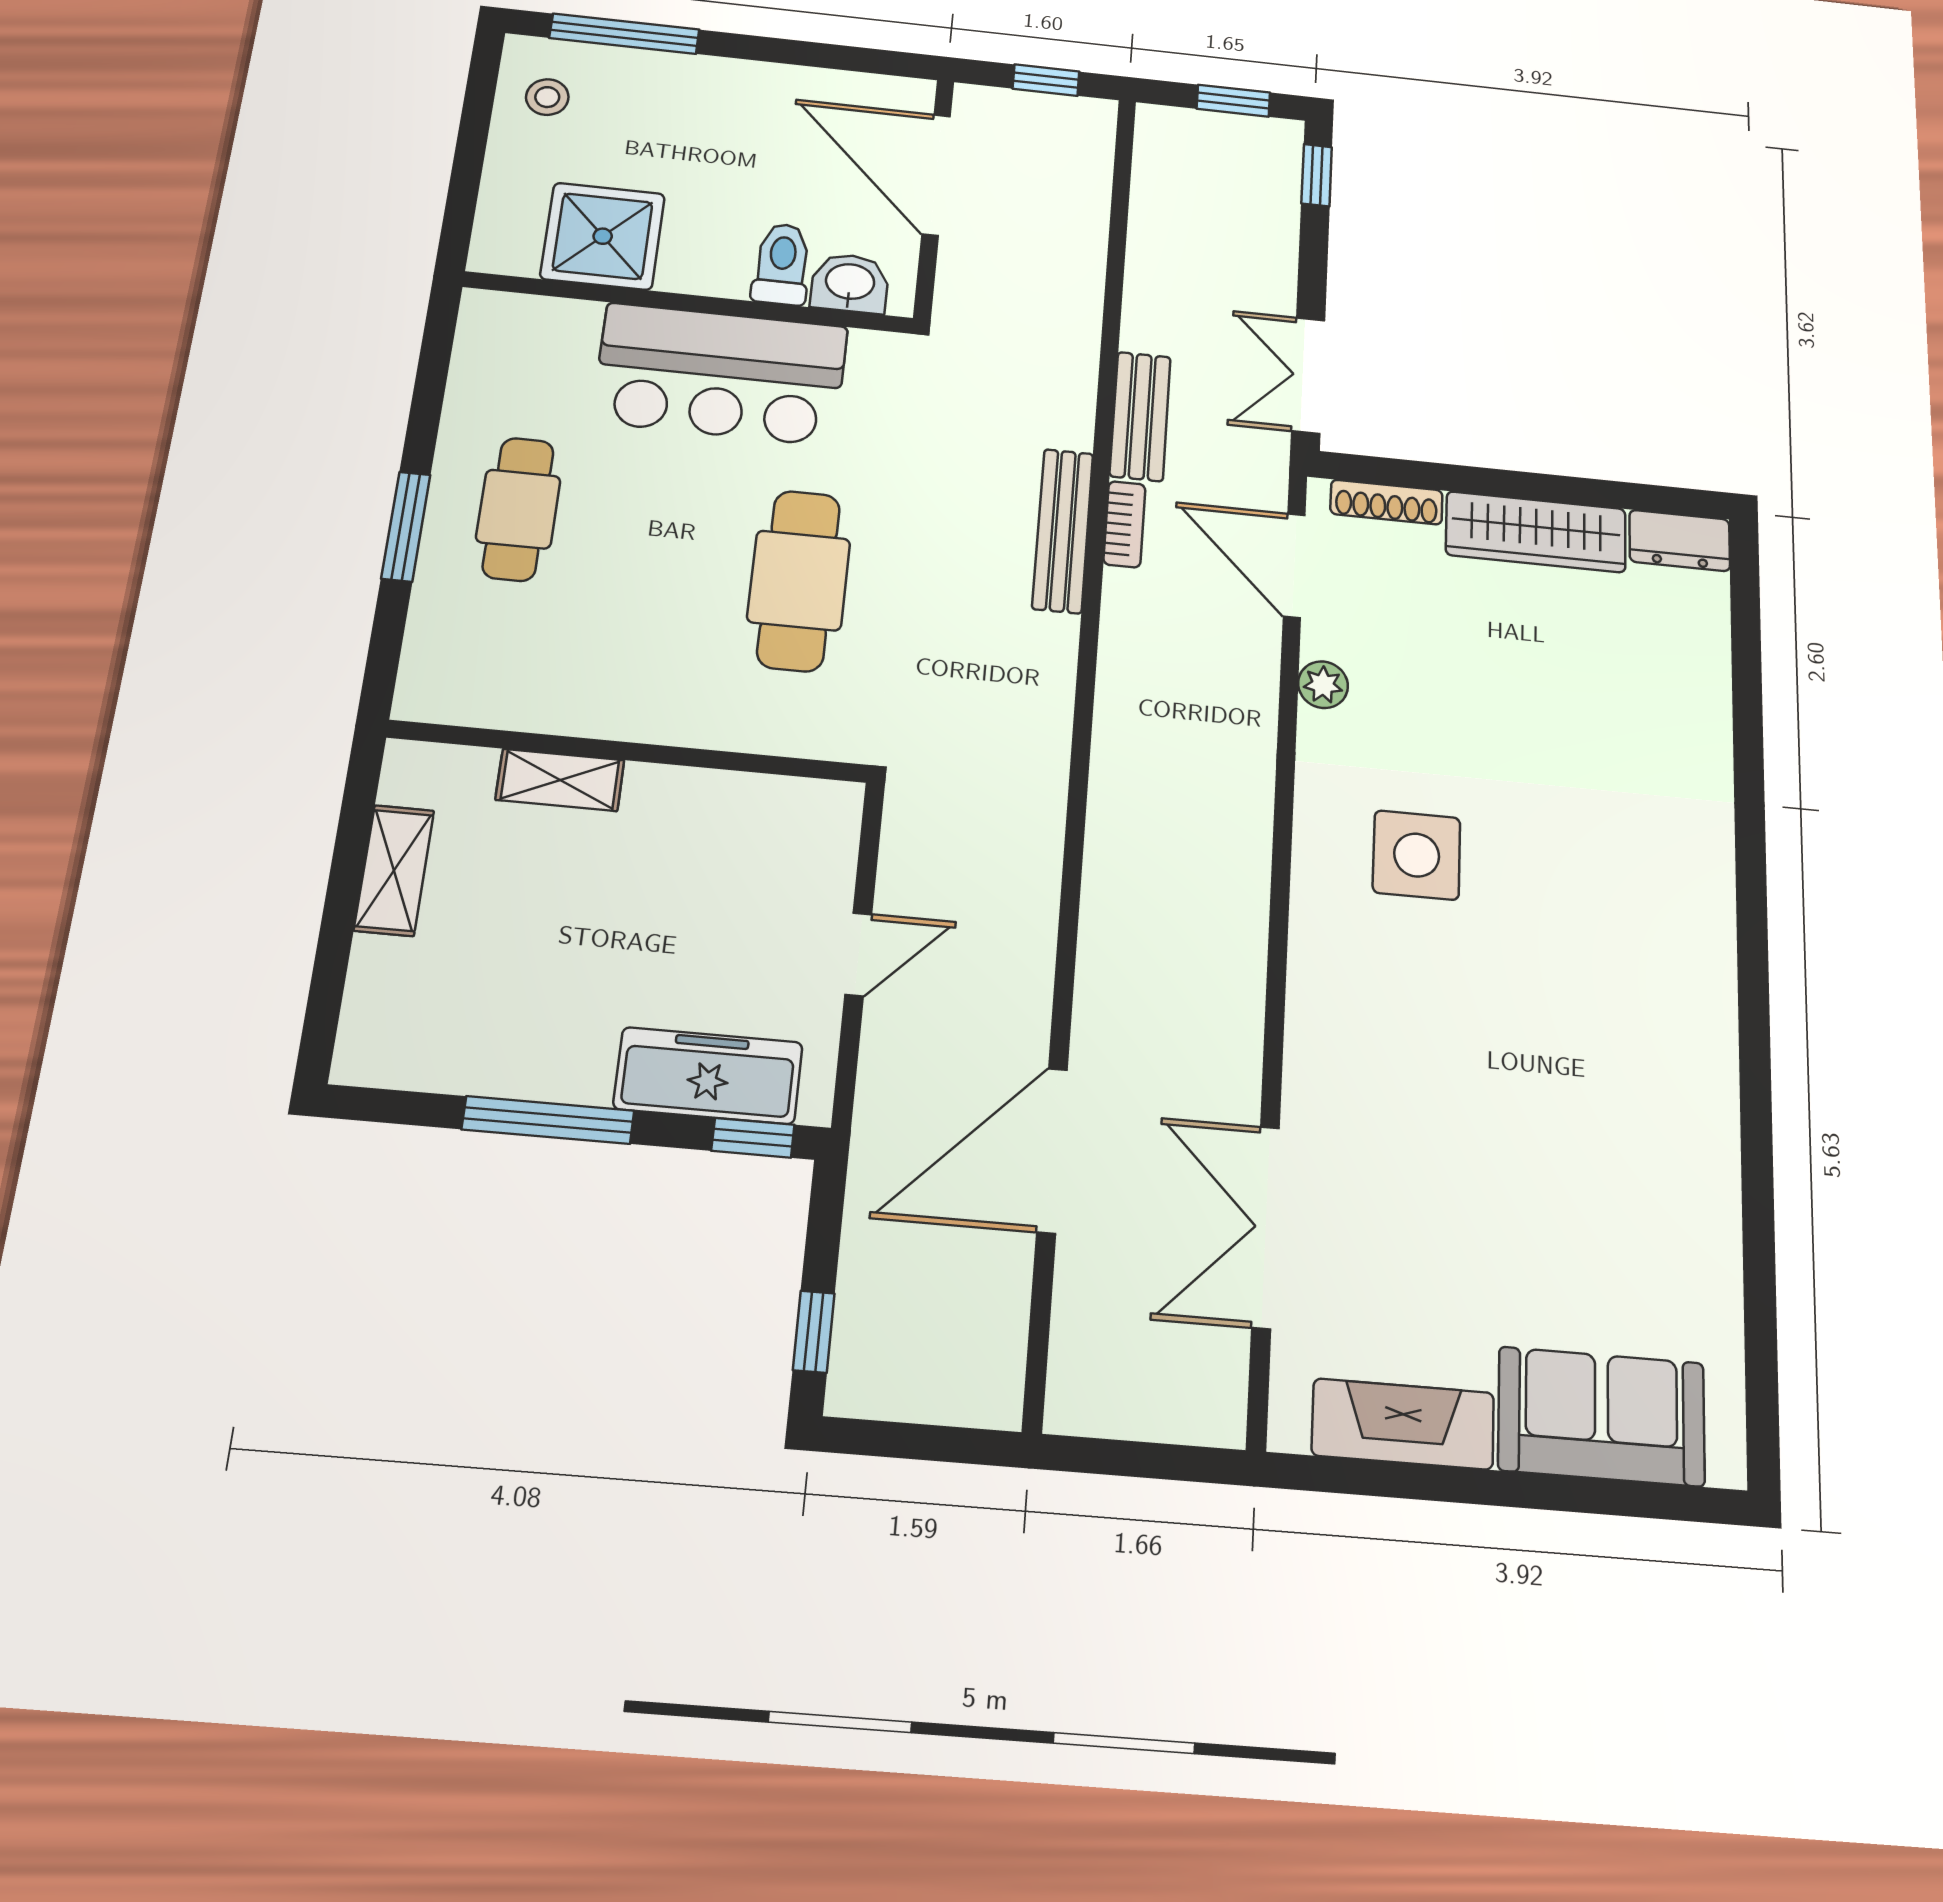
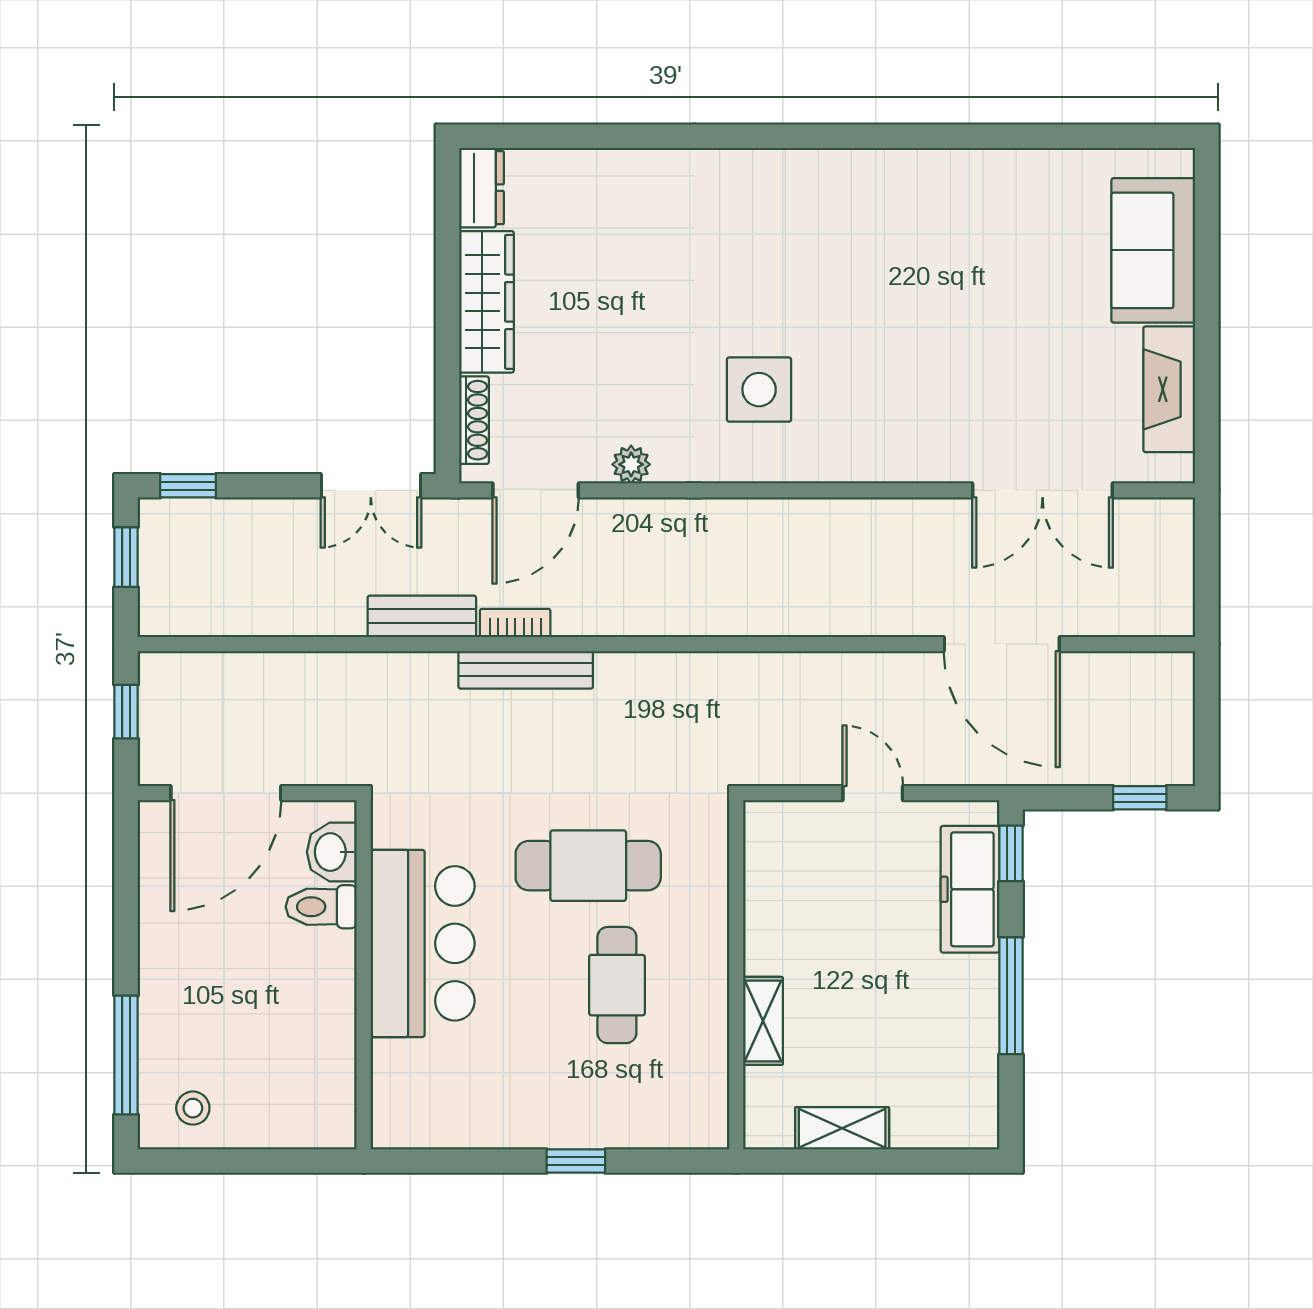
shower: (603, 236) -> (313, 1048), removed
cafe table: (518, 509) -> (617, 985), moved, turned 90
window: (406, 527) -> (576, 1161), width x0.67

